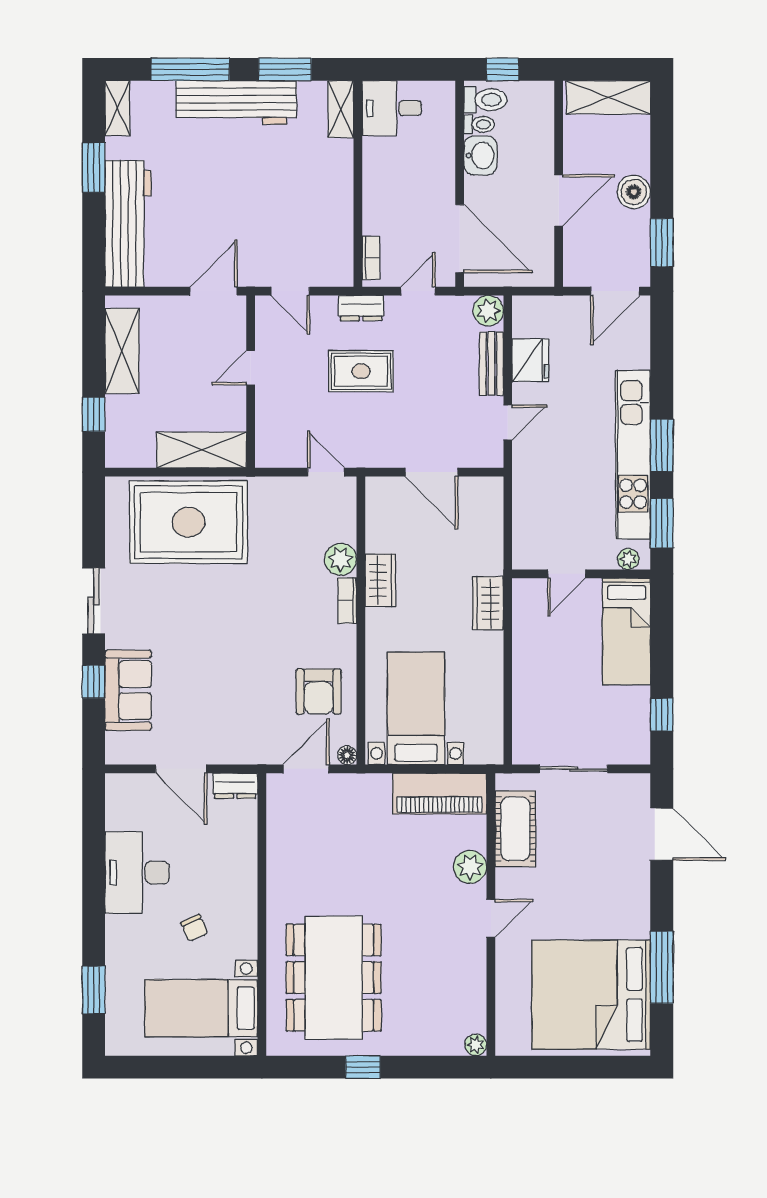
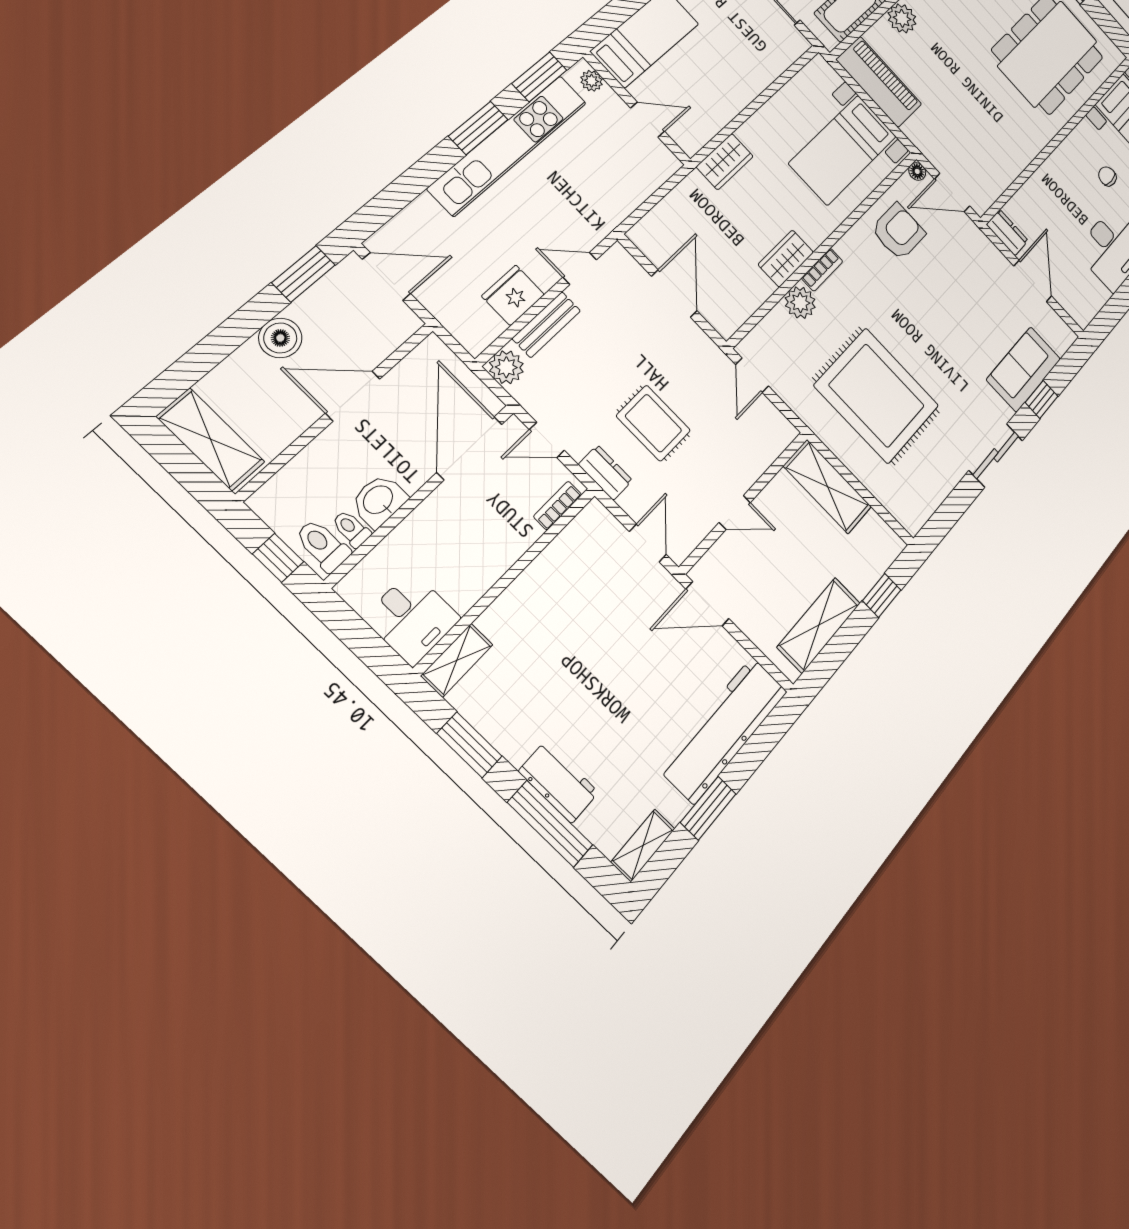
workbench: (236, 103) -> (559, 782), width x0.53, depth x0.76
rug: (188, 522) -> (877, 396), moved
chair: (194, 928) -> (1107, 176), turned -66

